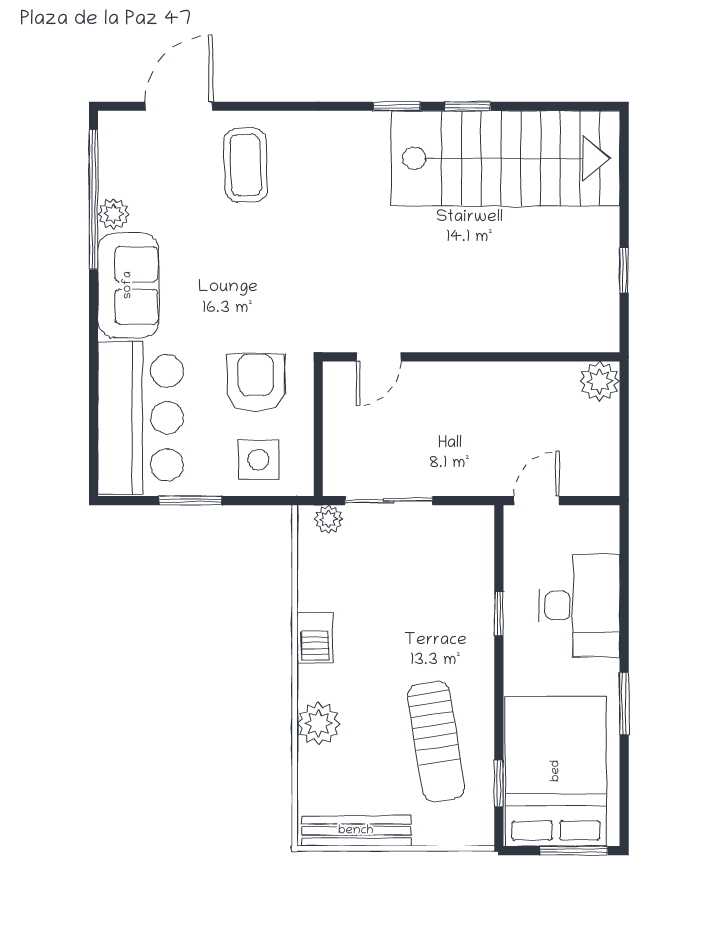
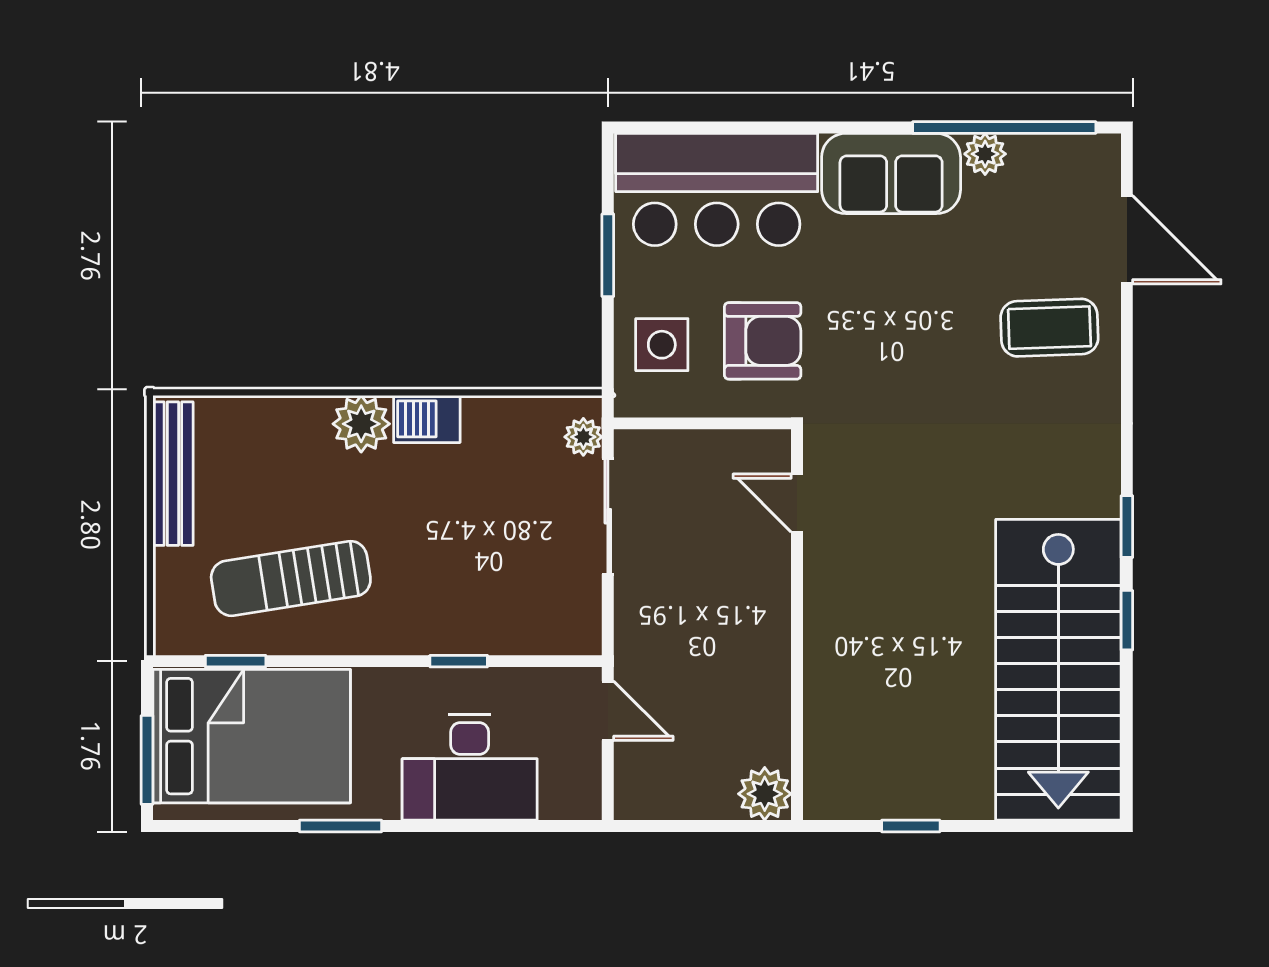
plant: (319, 723) -> (361, 424), moved

